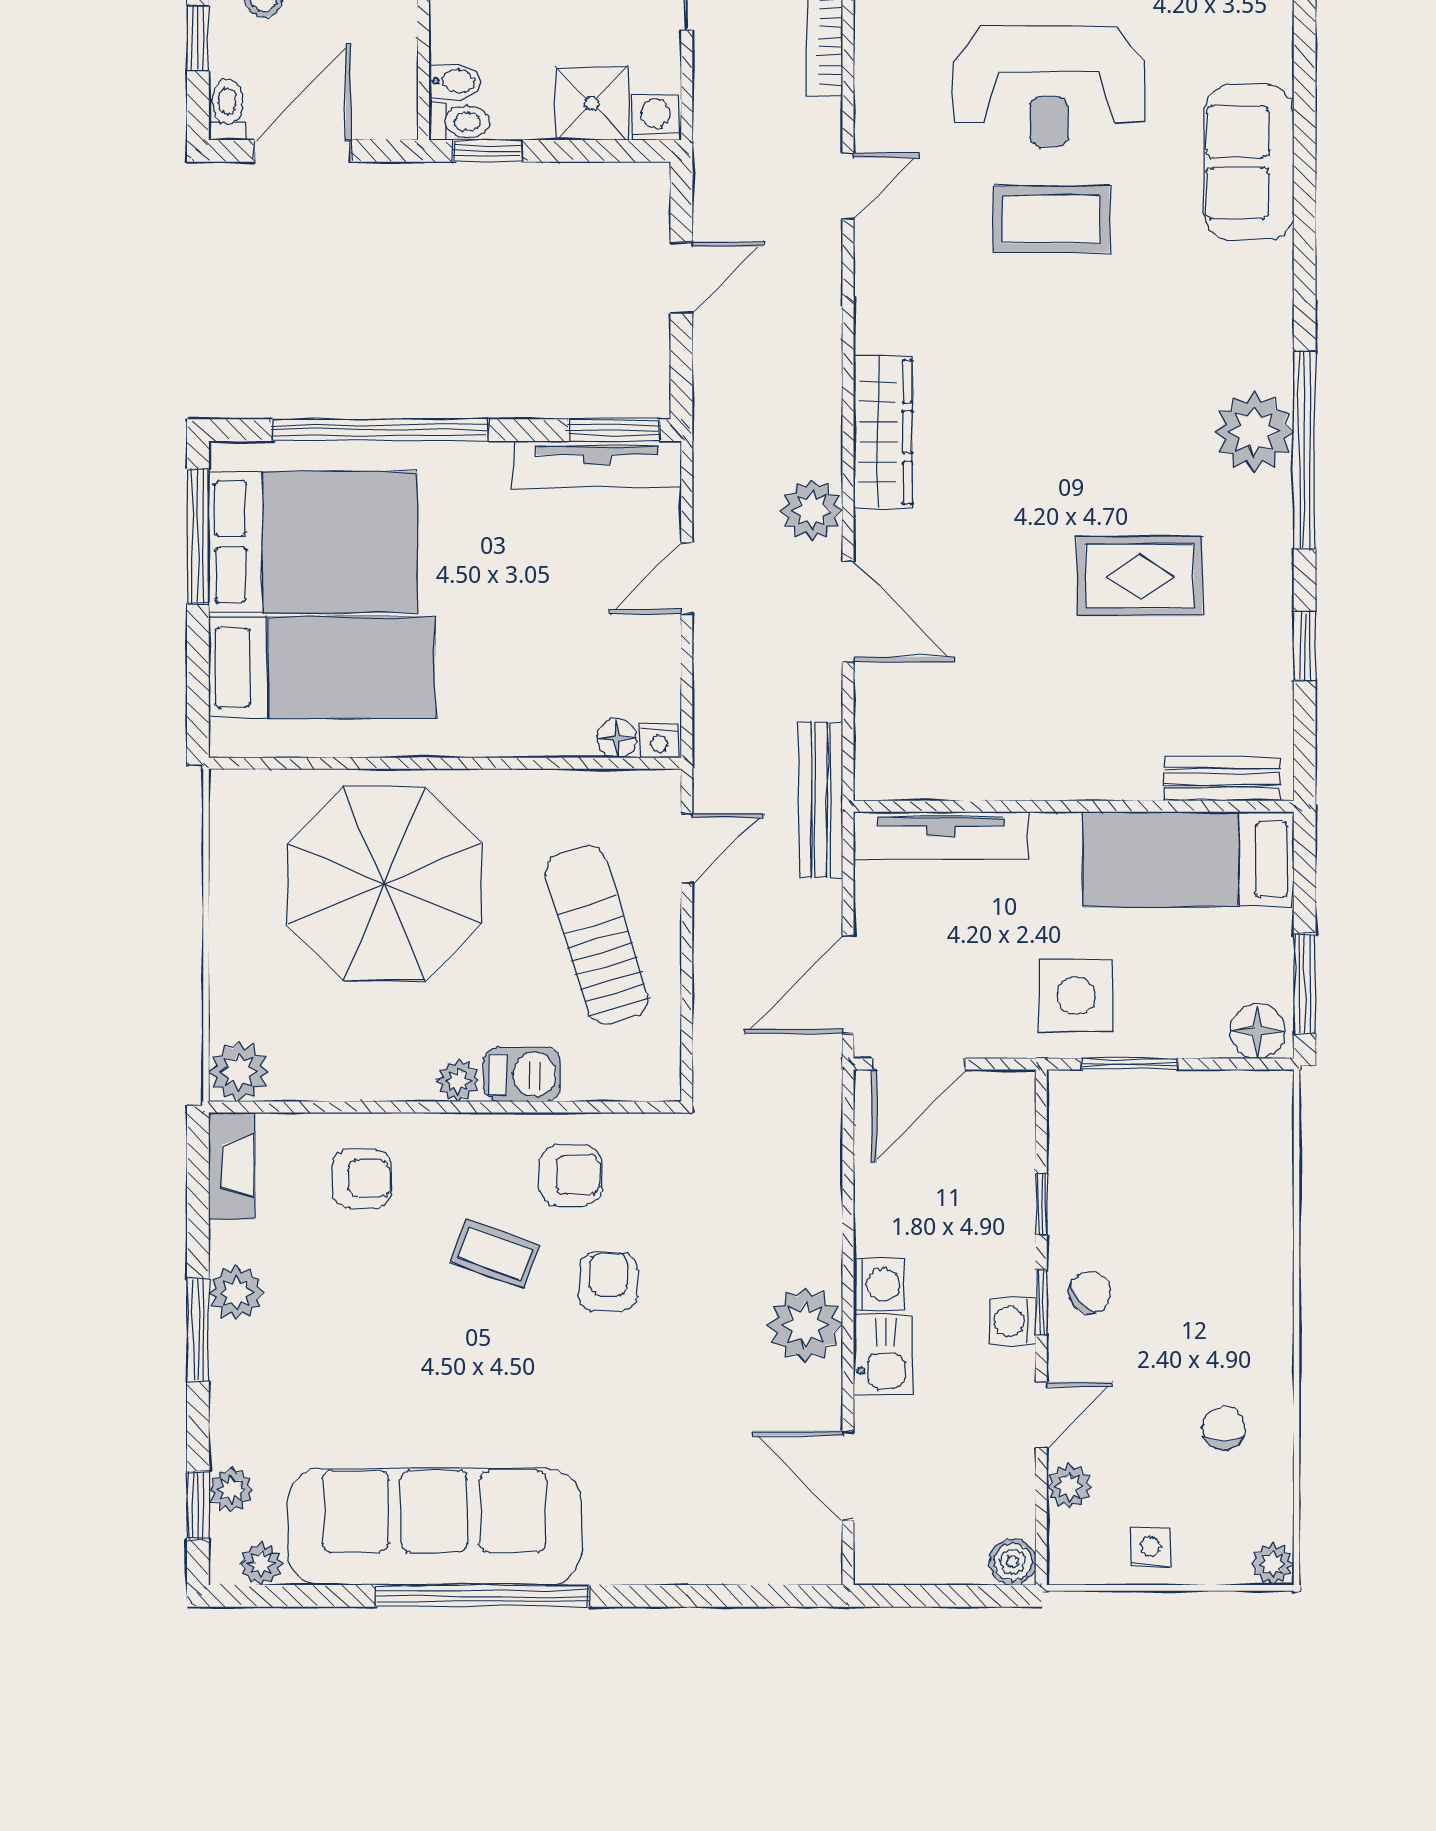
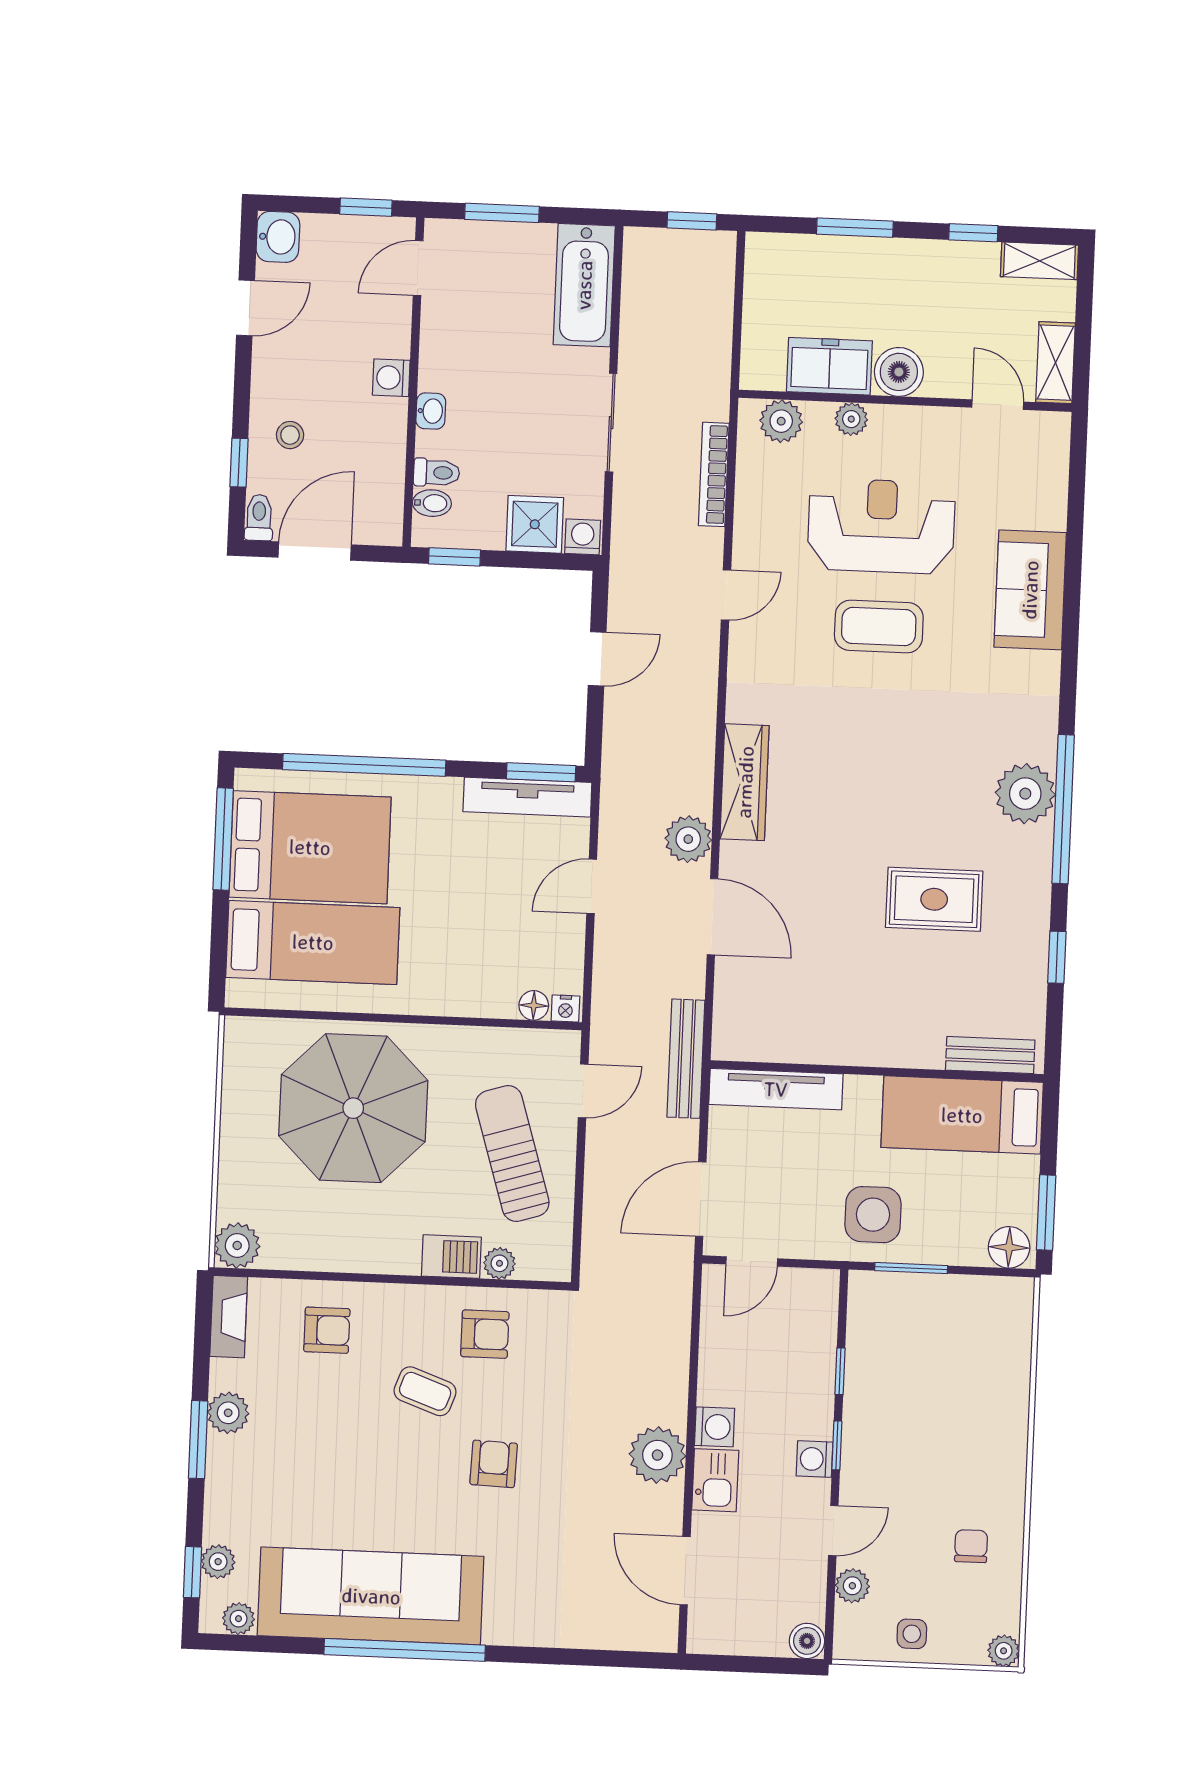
reception desk: (1049, 87) -> (881, 526), turned 180
toilet: (459, 122) -> (437, 473), moved
door: (919, 1064) -> (752, 1261), width x0.73
plant: (458, 1081) -> (499, 1263), moved
armchair: (608, 1282) -> (494, 1464), moved
chair: (1090, 1293) -> (874, 1440), removed

